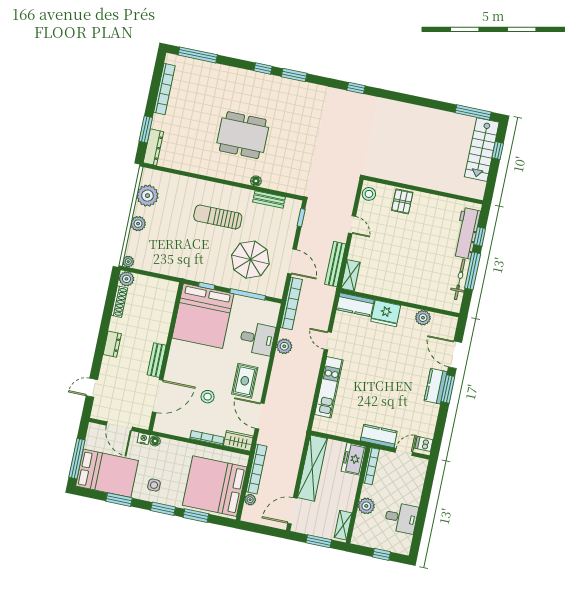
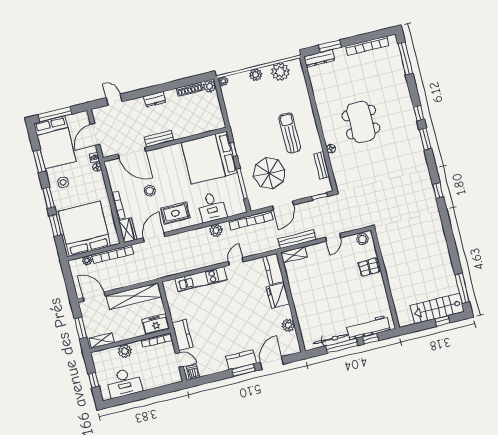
desk: (401, 518) -> (124, 383), width x1.37

